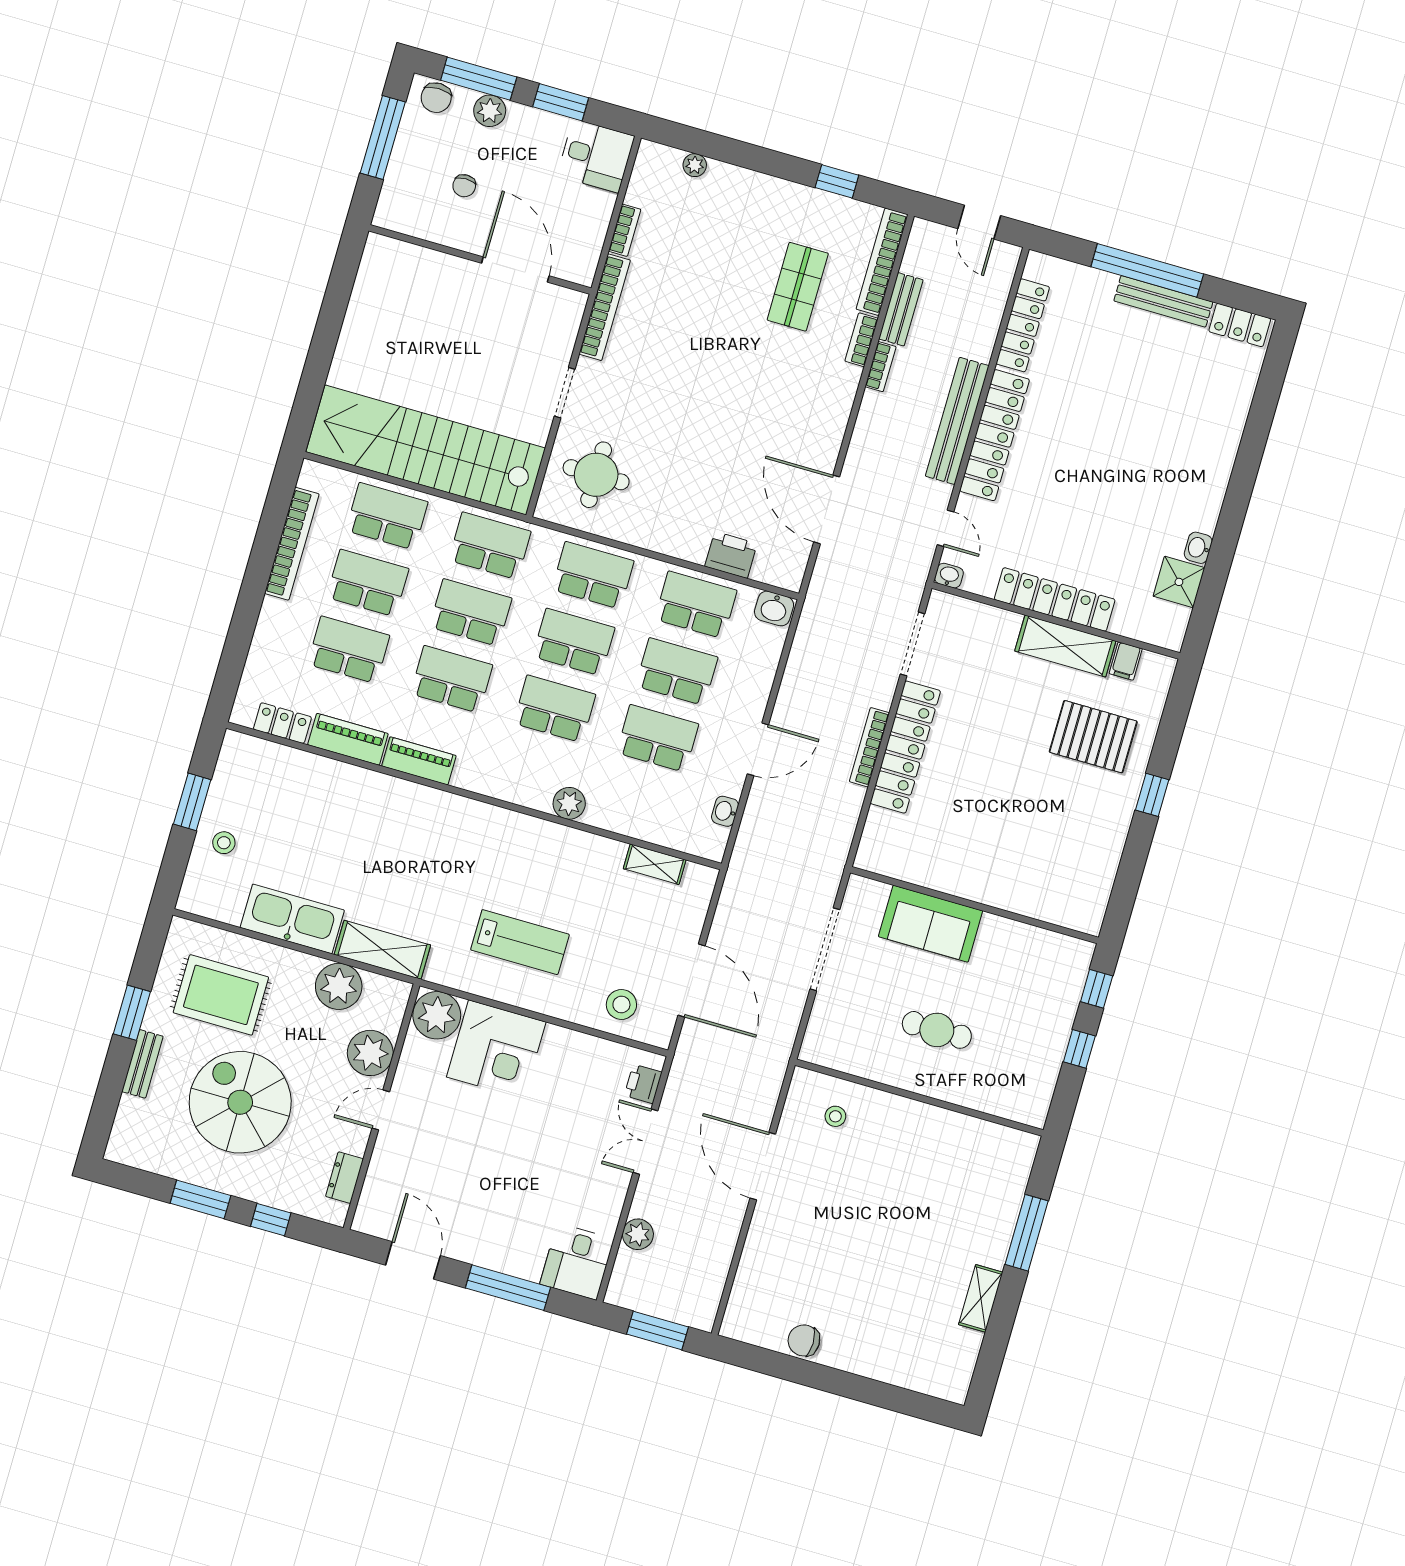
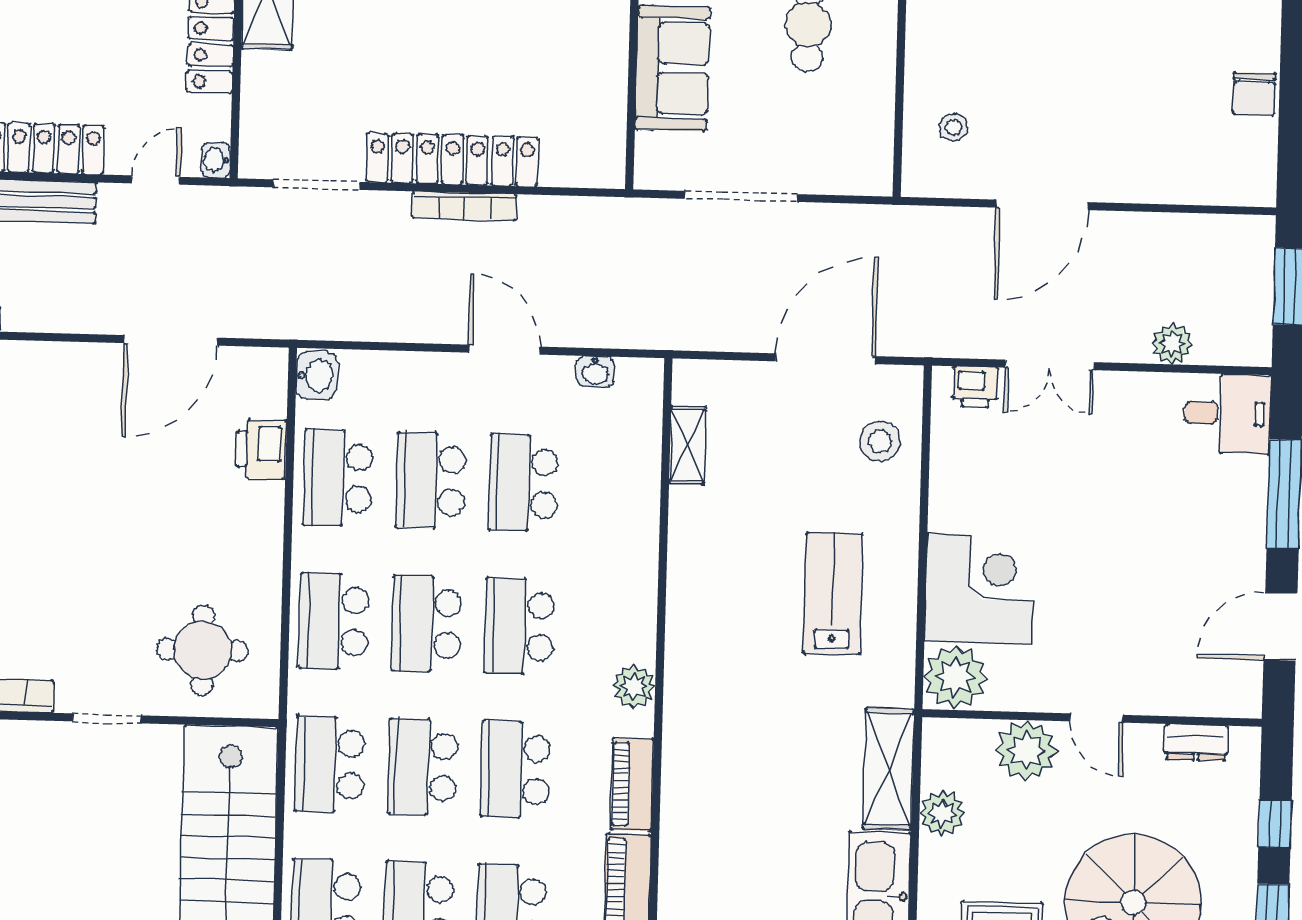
plant: (569, 803) -> (634, 686), moved
plant: (339, 986) -> (942, 813), width x0.73, depth x0.73

